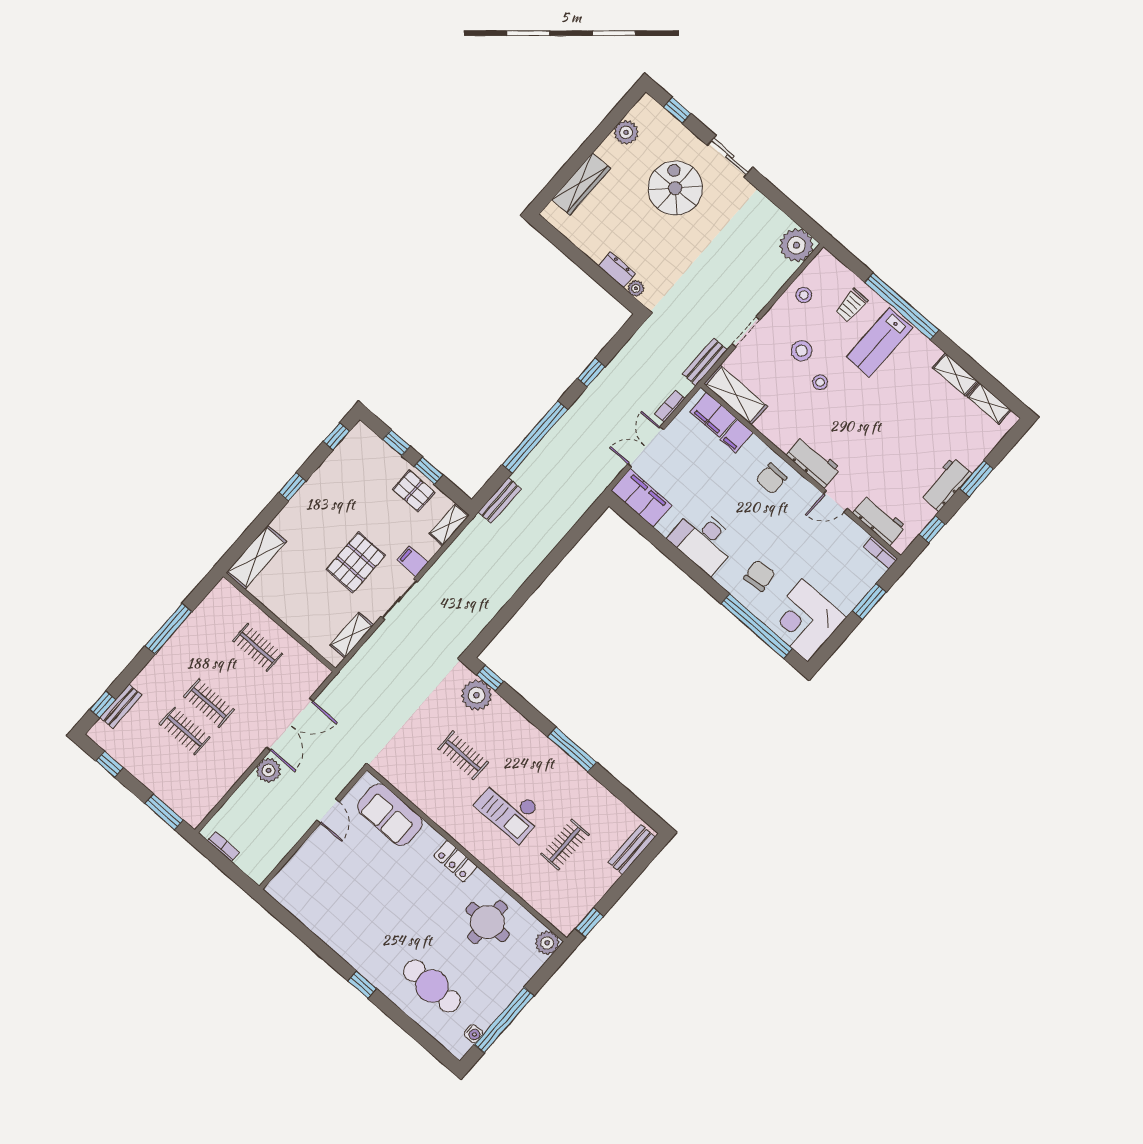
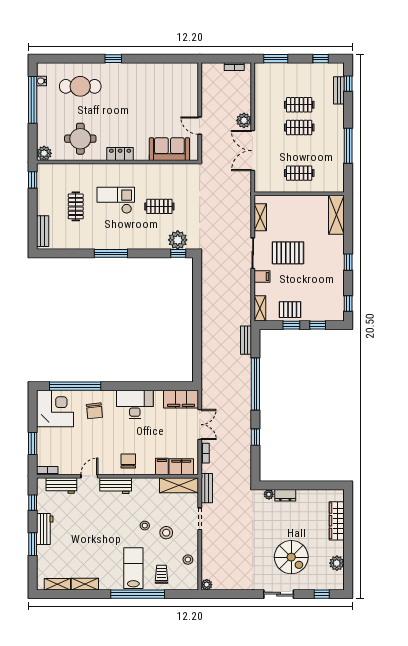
plant: (796, 245) -> (207, 585), width x0.53, depth x0.53
pallet: (356, 562) -> (288, 253), turned 90

